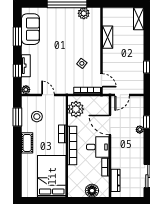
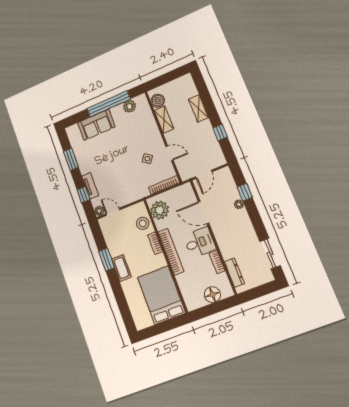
boiler: (109, 19) -> (158, 101), added
shelving: (139, 19) -> (198, 108), moved
sofa: (30, 29) -> (96, 125), moved, turned 90
door: (102, 80) -> (170, 153), moved
door: (48, 95) -> (113, 212), moved
window: (17, 117) -> (107, 259), moved
stool: (37, 117) -> (143, 223), moved

